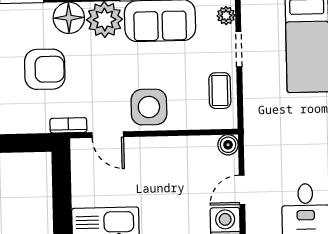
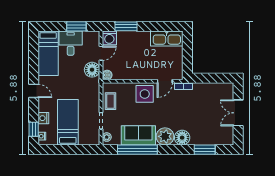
armchair: (45, 69) -> (194, 113), removed
door: (108, 135) -> (165, 81), swing flipped
floor lamp: (260, 155) -> (92, 70), added

